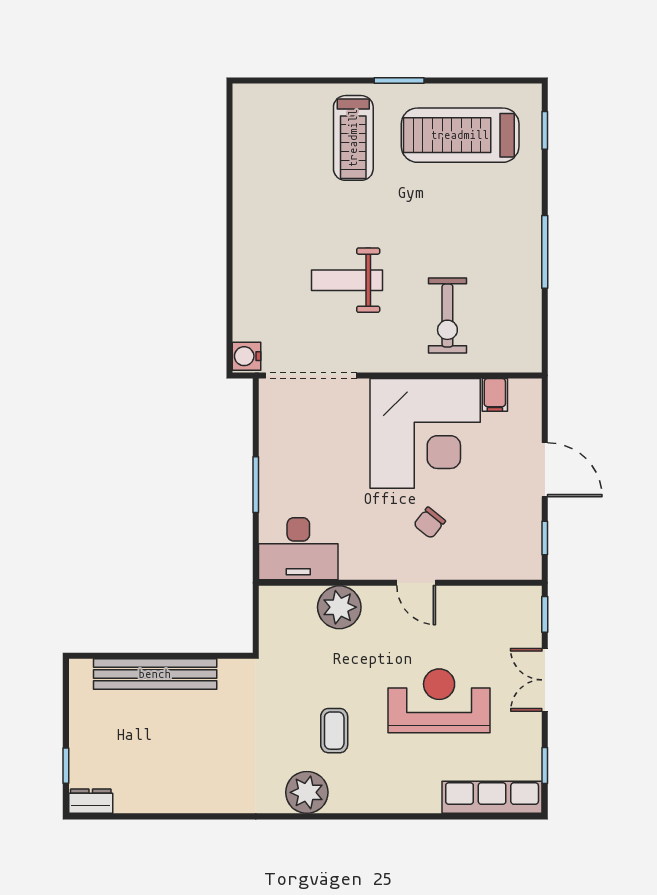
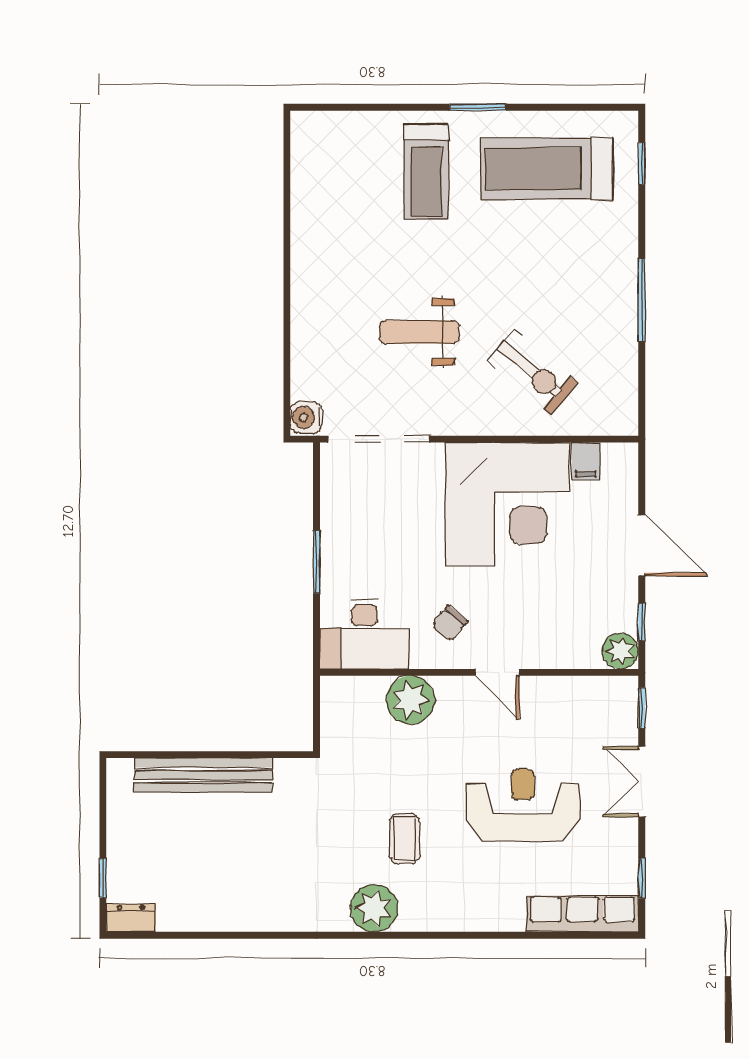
exercise bike: (447, 315) -> (532, 372), turned -50
chair: (429, 523) -> (450, 623), moved
plant: (526, 564) -> (620, 651), added

